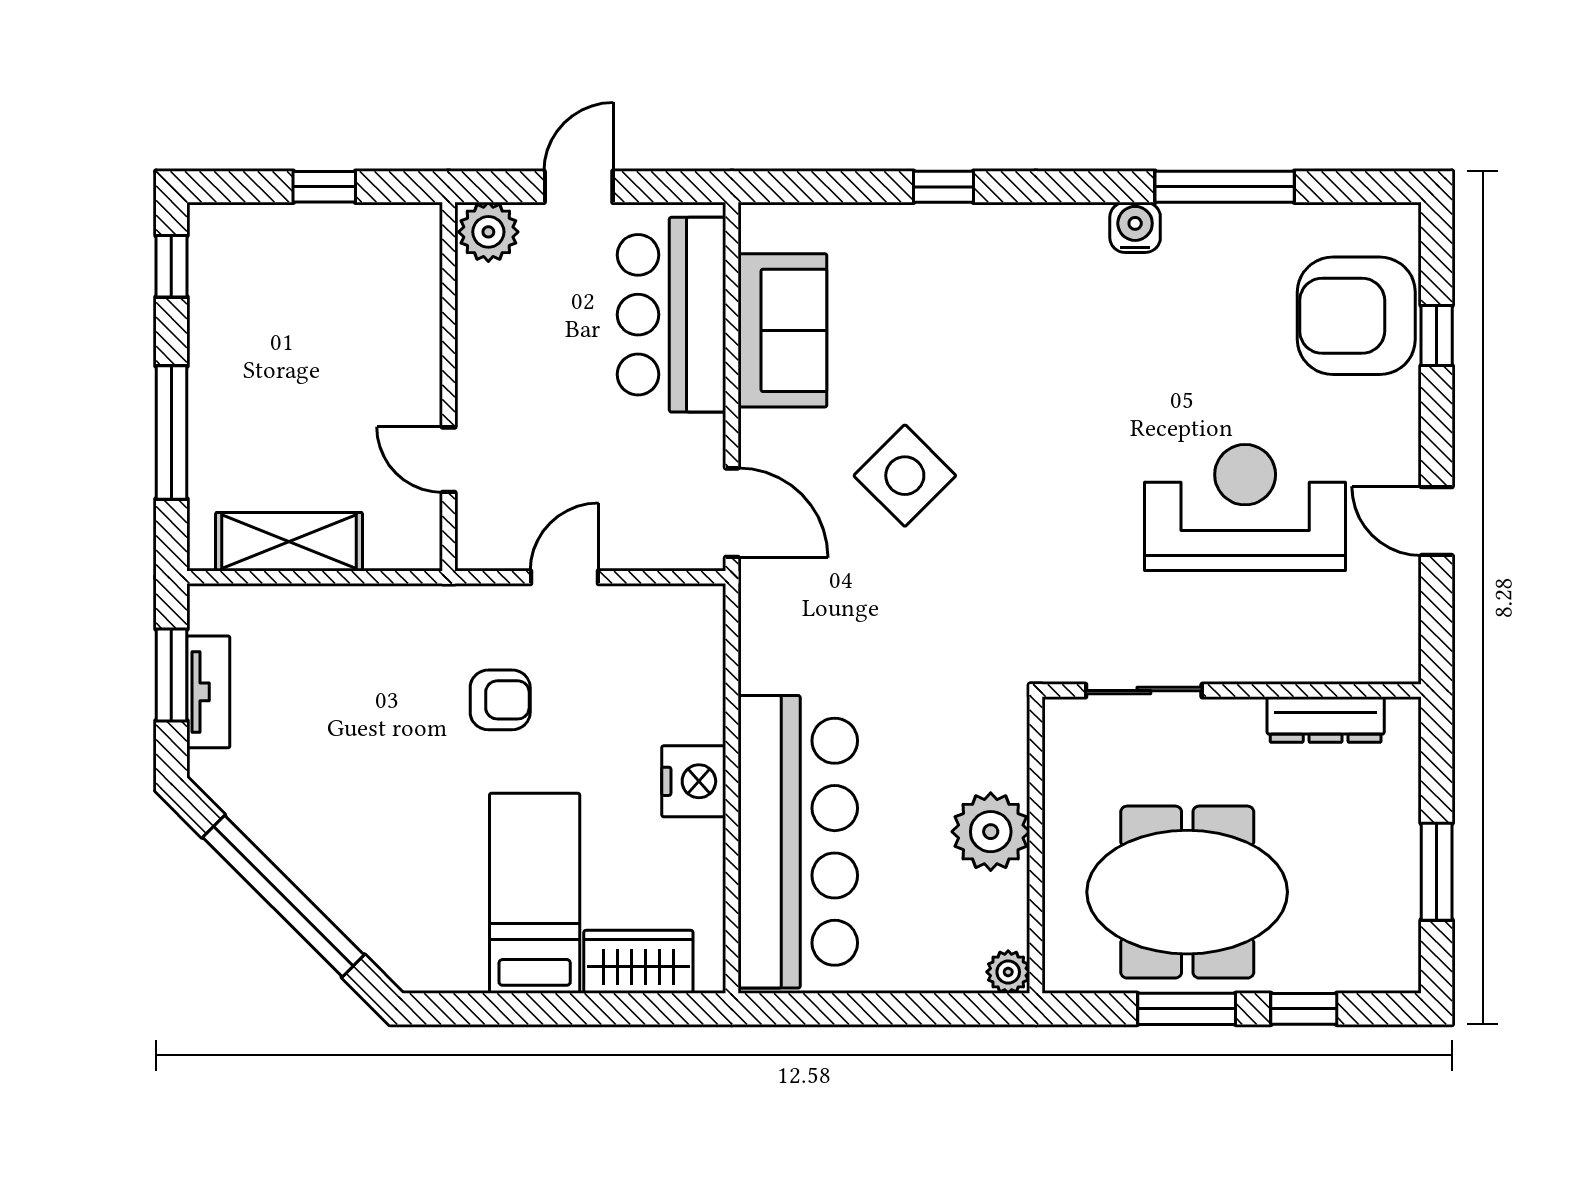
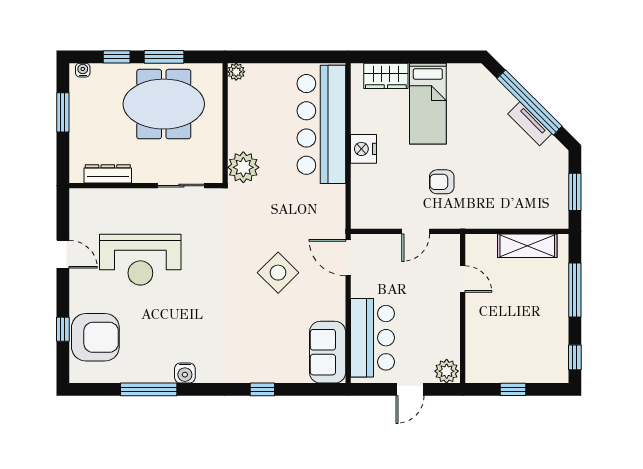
sofa: (782, 330) -> (328, 352), moved
tv unit: (208, 692) -> (530, 124), moved, turned -45
plant: (991, 832) -> (243, 167), moved
water cooler: (1387, 976) -> (83, 70), added

